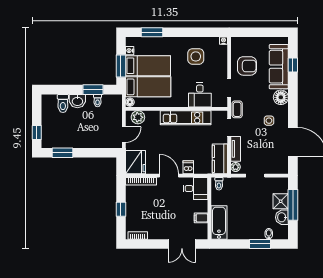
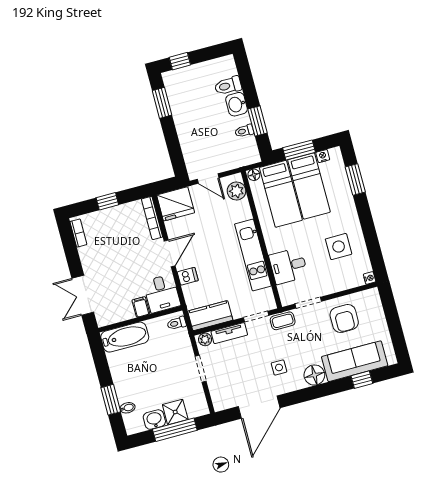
filing cabinet: (201, 218) -> (141, 307), moved

